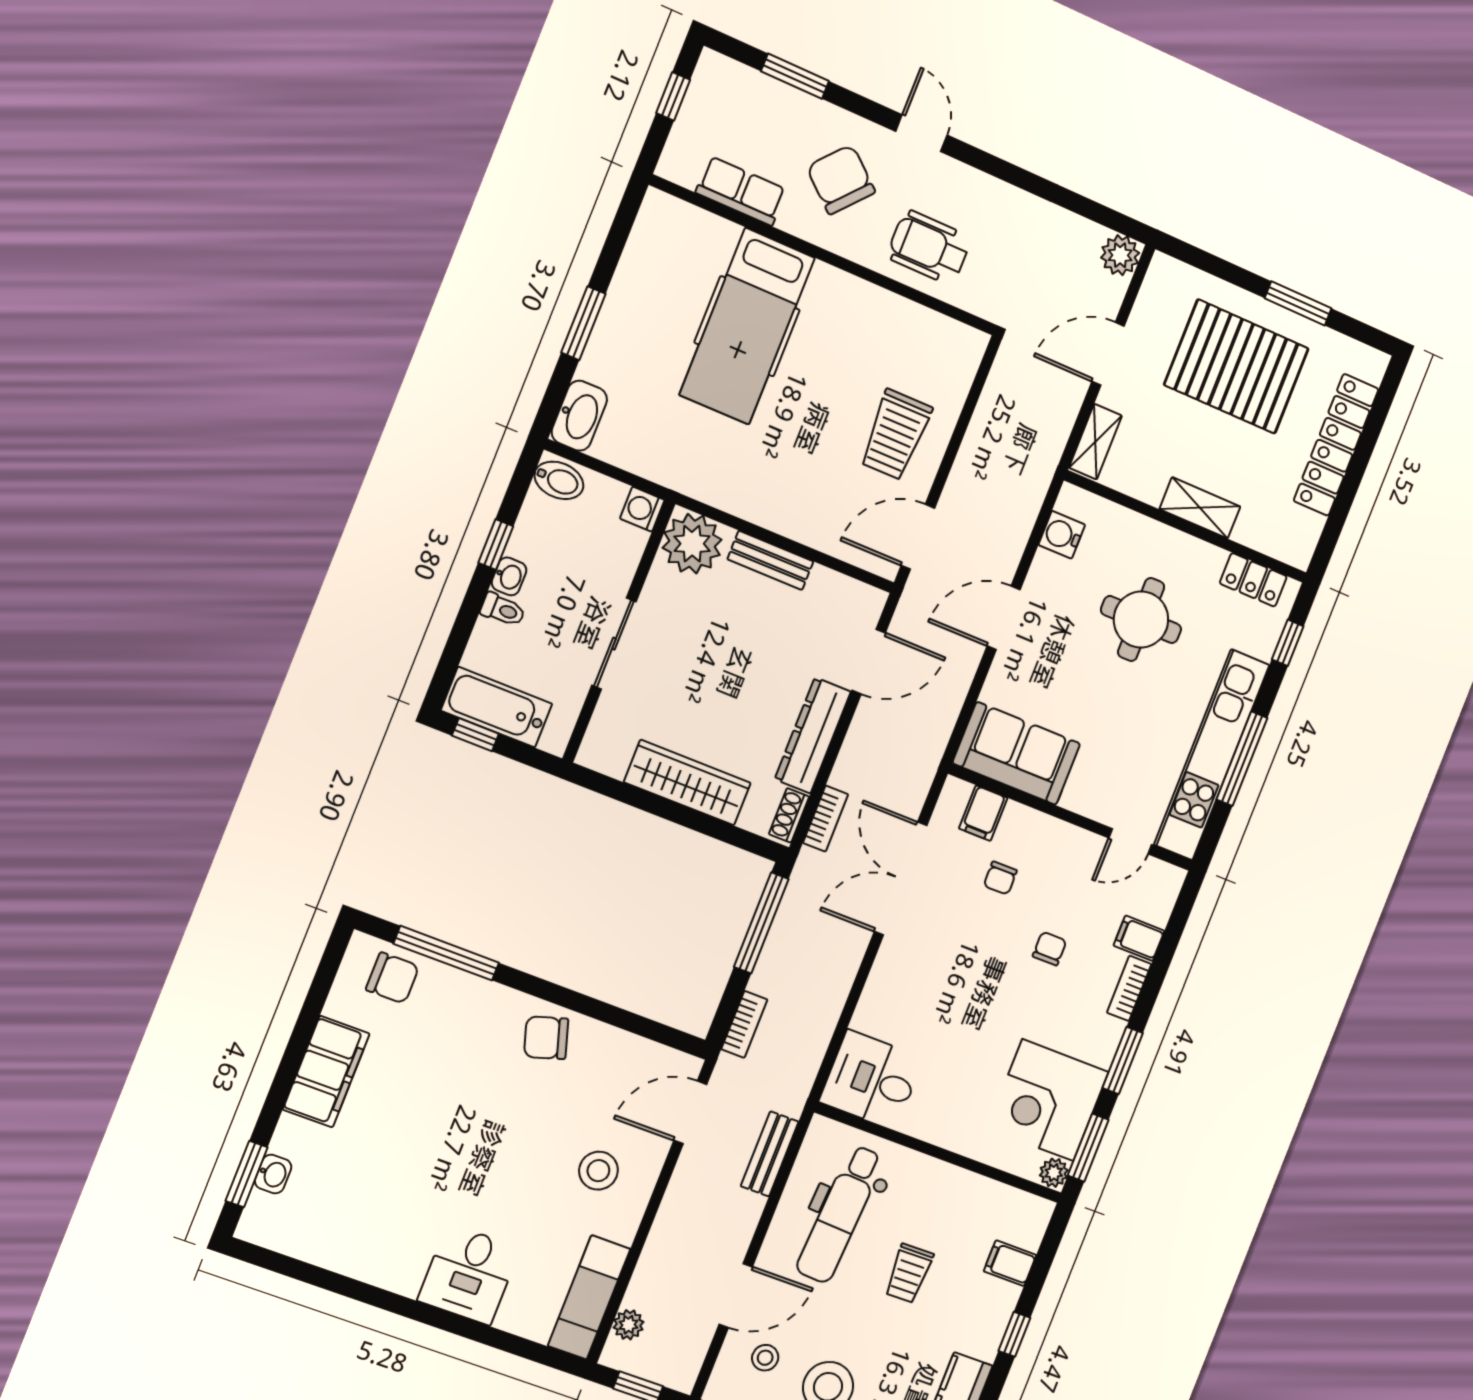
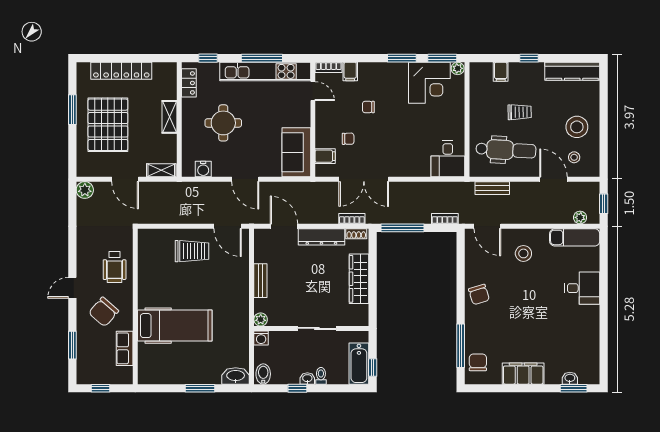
plant: (692, 544) -> (261, 319), width x0.53, depth x0.53
bookcase: (1129, 988) -> (329, 67), moved

